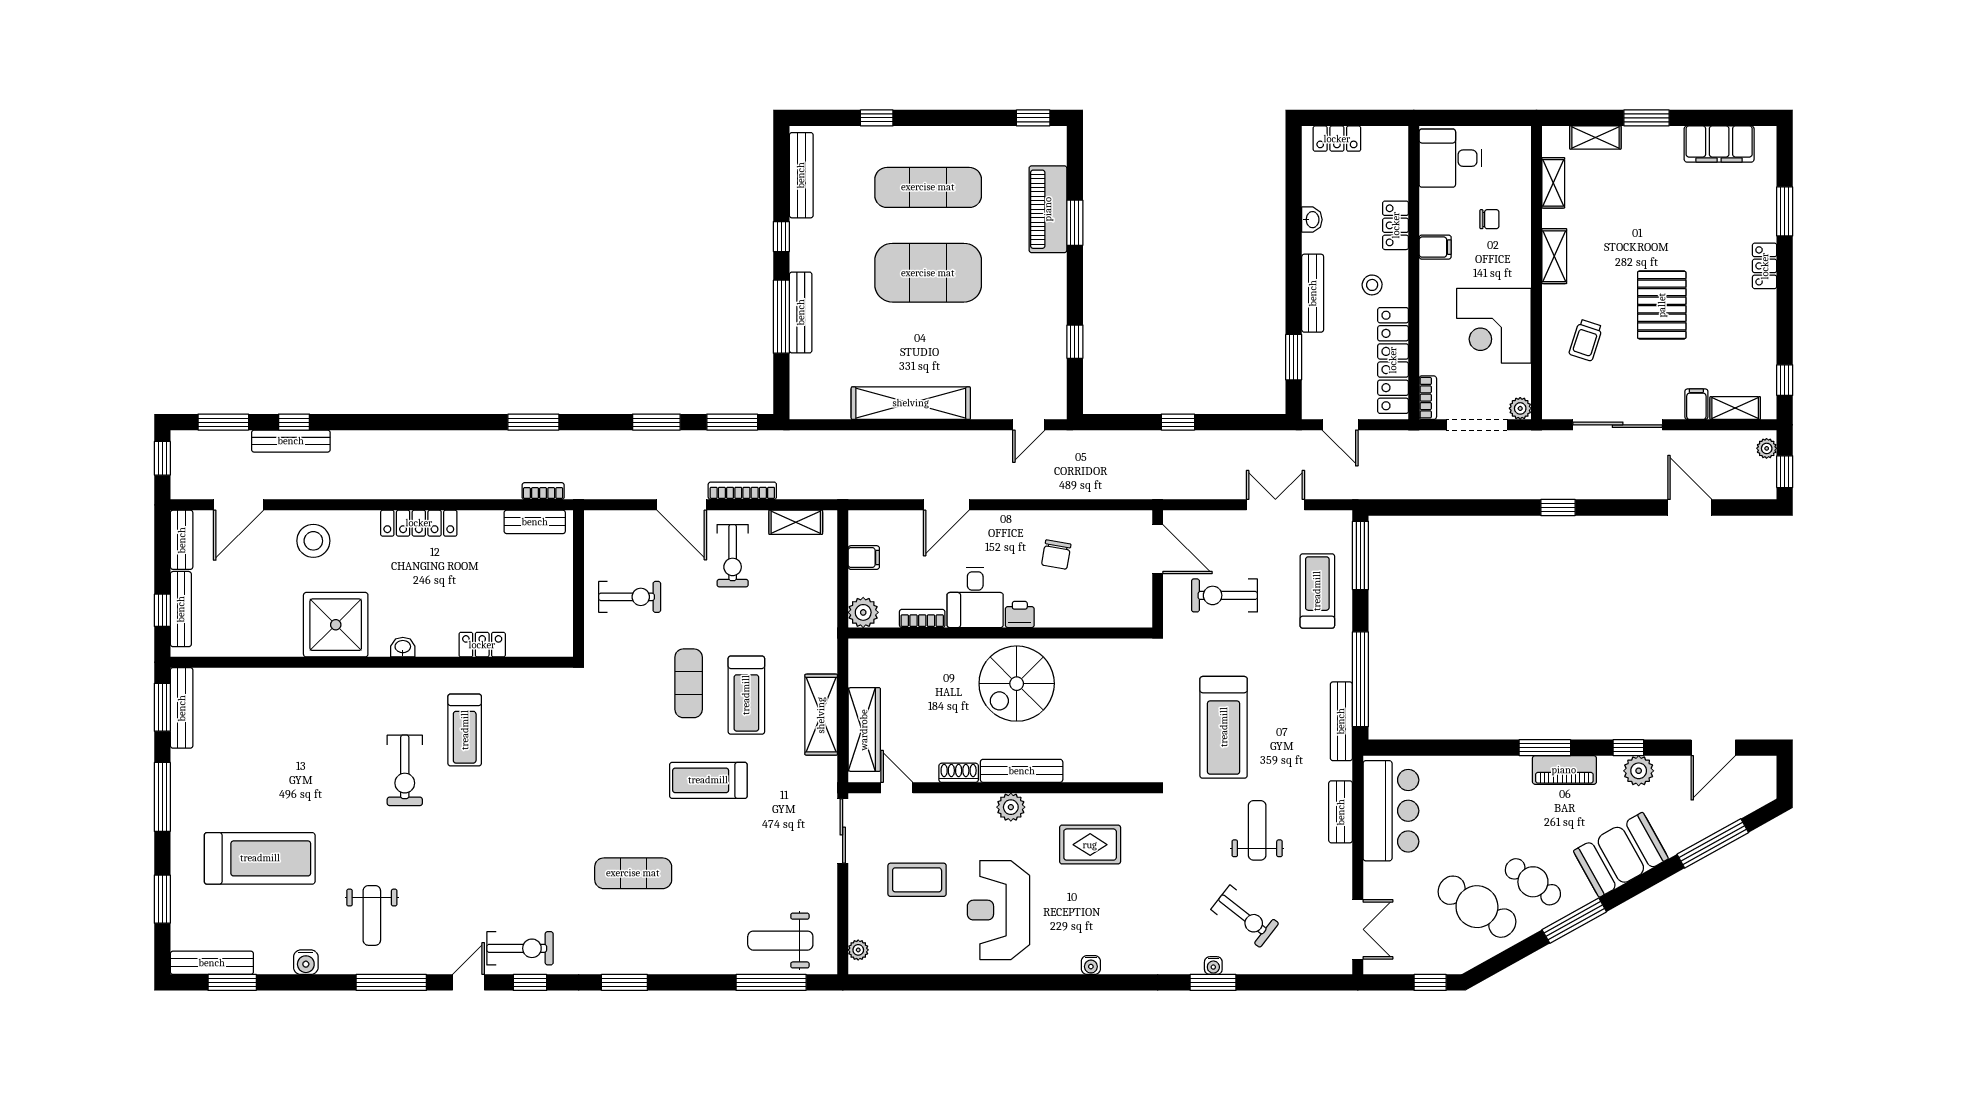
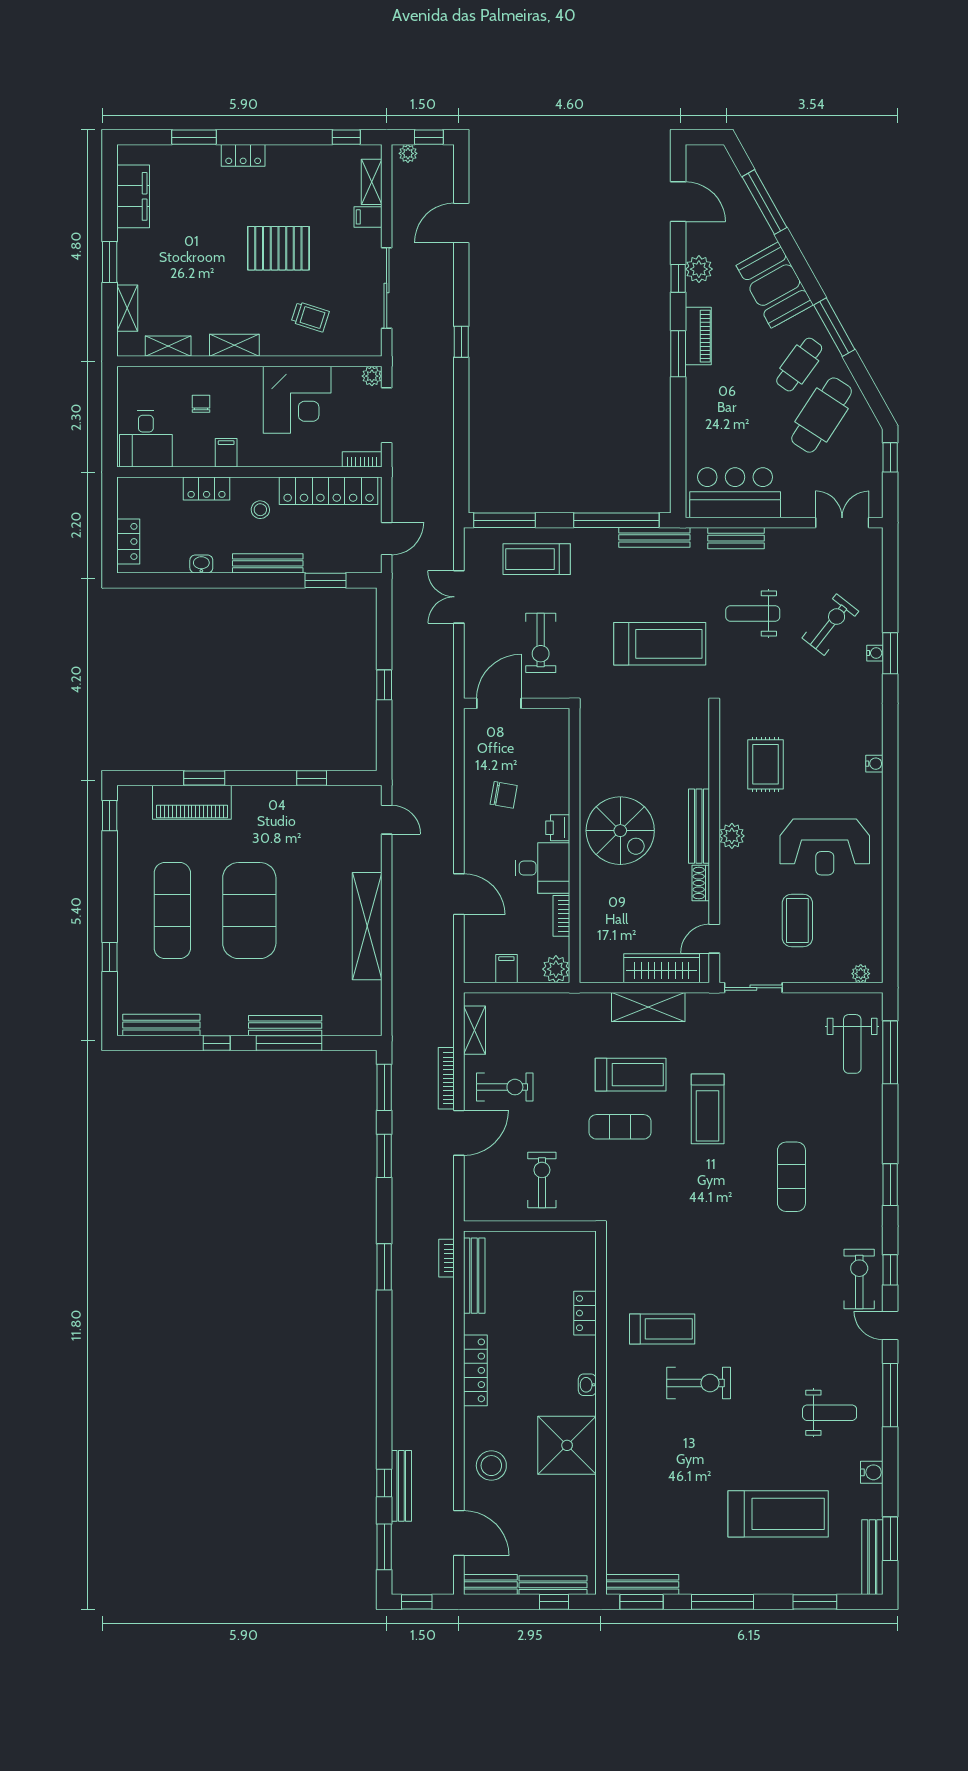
bench: (535, 522) -> (474, 1276), width x1.36
treadmill: (260, 858) -> (778, 1514), turned 90

